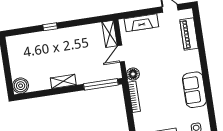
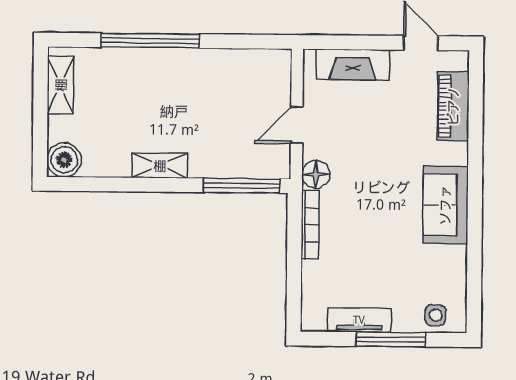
window: (50, 27) -> (150, 41), width x3.17
shelving: (110, 34) -> (61, 85), moved
sofa: (194, 90) -> (445, 205), moved

